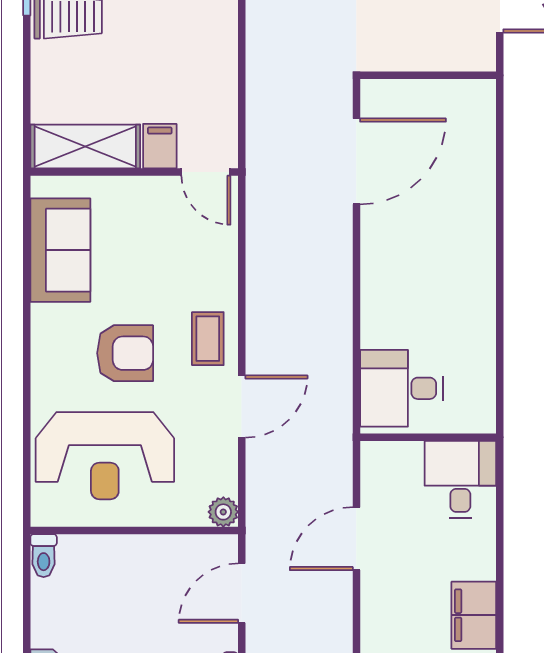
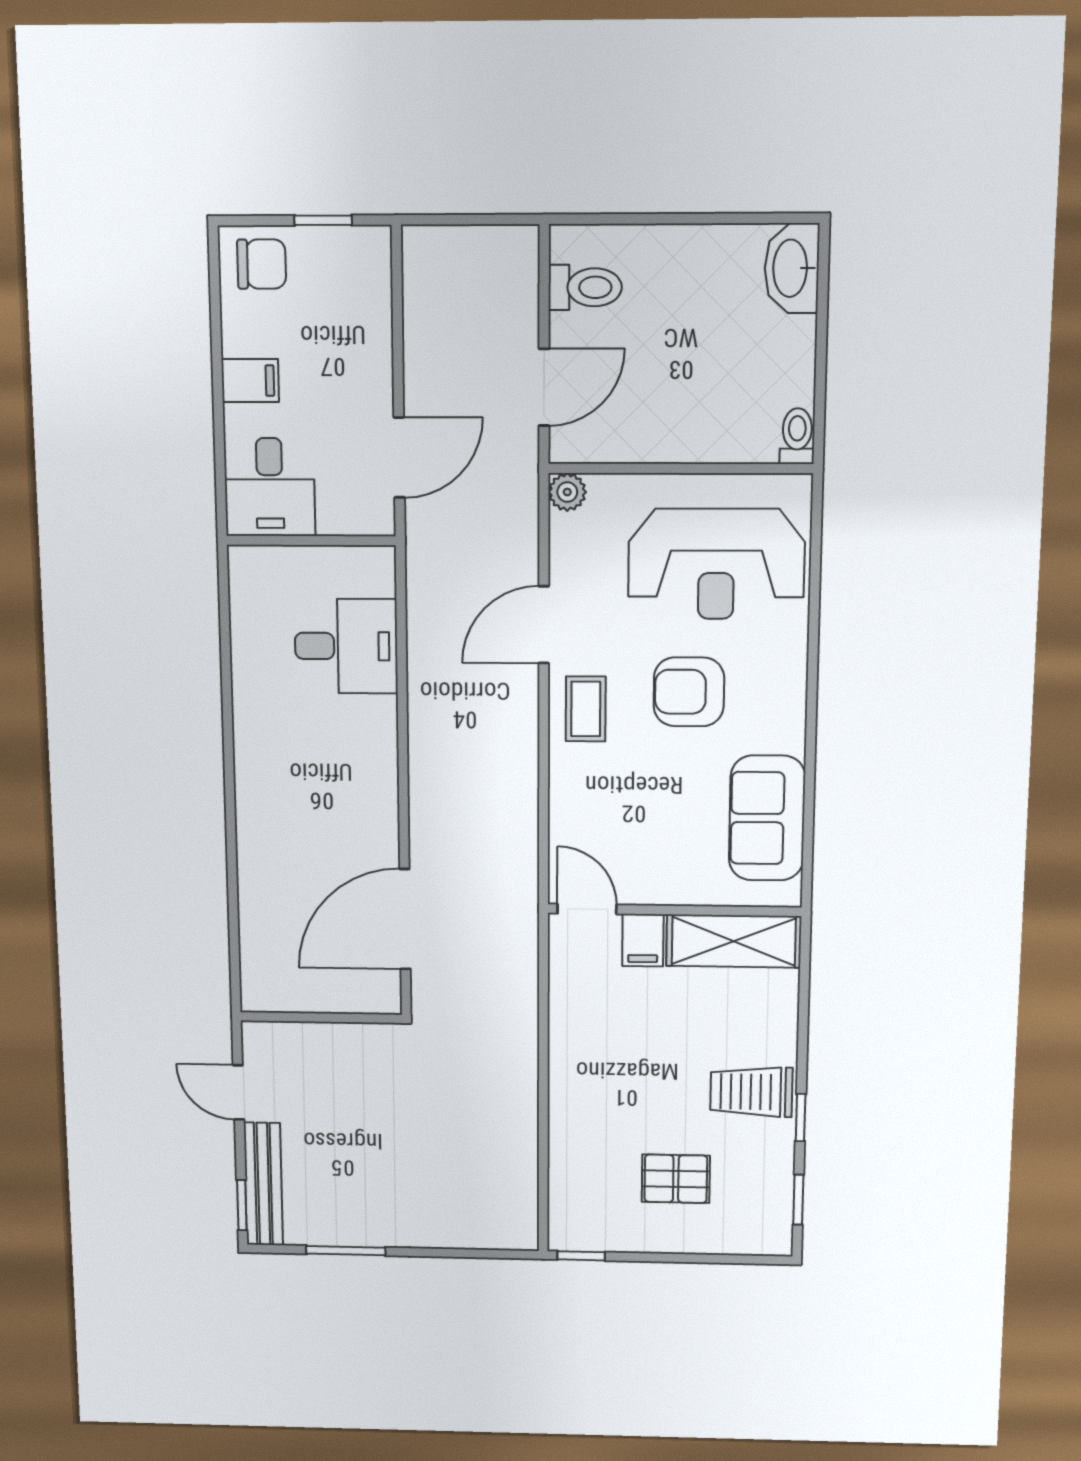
wall: (428, 437) -> (311, 540), moved
reception desk: (105, 456) -> (716, 564), turned 180
desk: (460, 479) -> (270, 487), moved
filing cabinet: (474, 615) -> (250, 381), width x0.50

